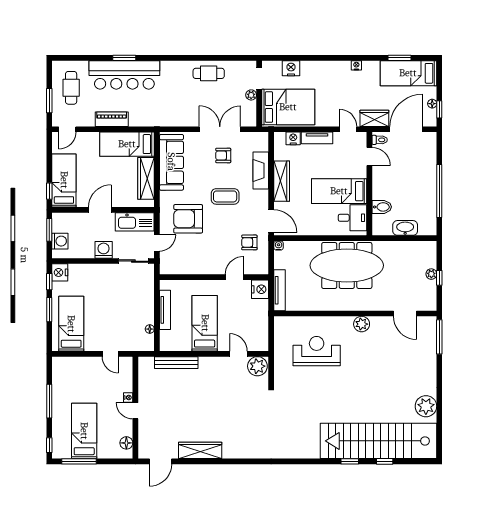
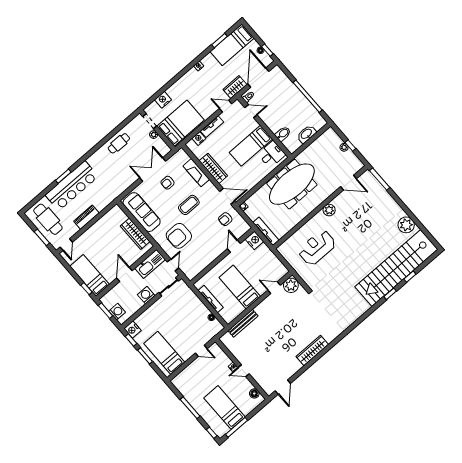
cafe table: (71, 88) -> (48, 219), width x1.37, depth x1.35
bed: (127, 144) -> (107, 224), removed
wardrobe: (200, 450) -> (312, 351), moved

